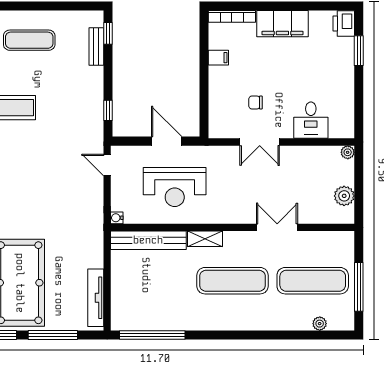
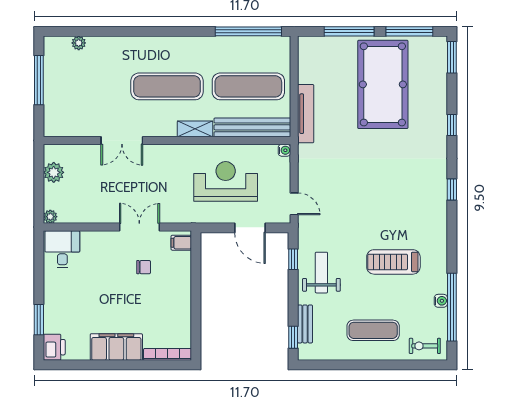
filing cabinet: (218, 58) -> (181, 243), moved
weight bench: (80, 97) -> (321, 273), added
desk: (311, 120) -> (62, 249), moved
door: (167, 141) -> (250, 228), moved
exercise mat: (313, 281) -> (248, 86), moved
tv unit: (96, 298) -> (306, 114), moved

